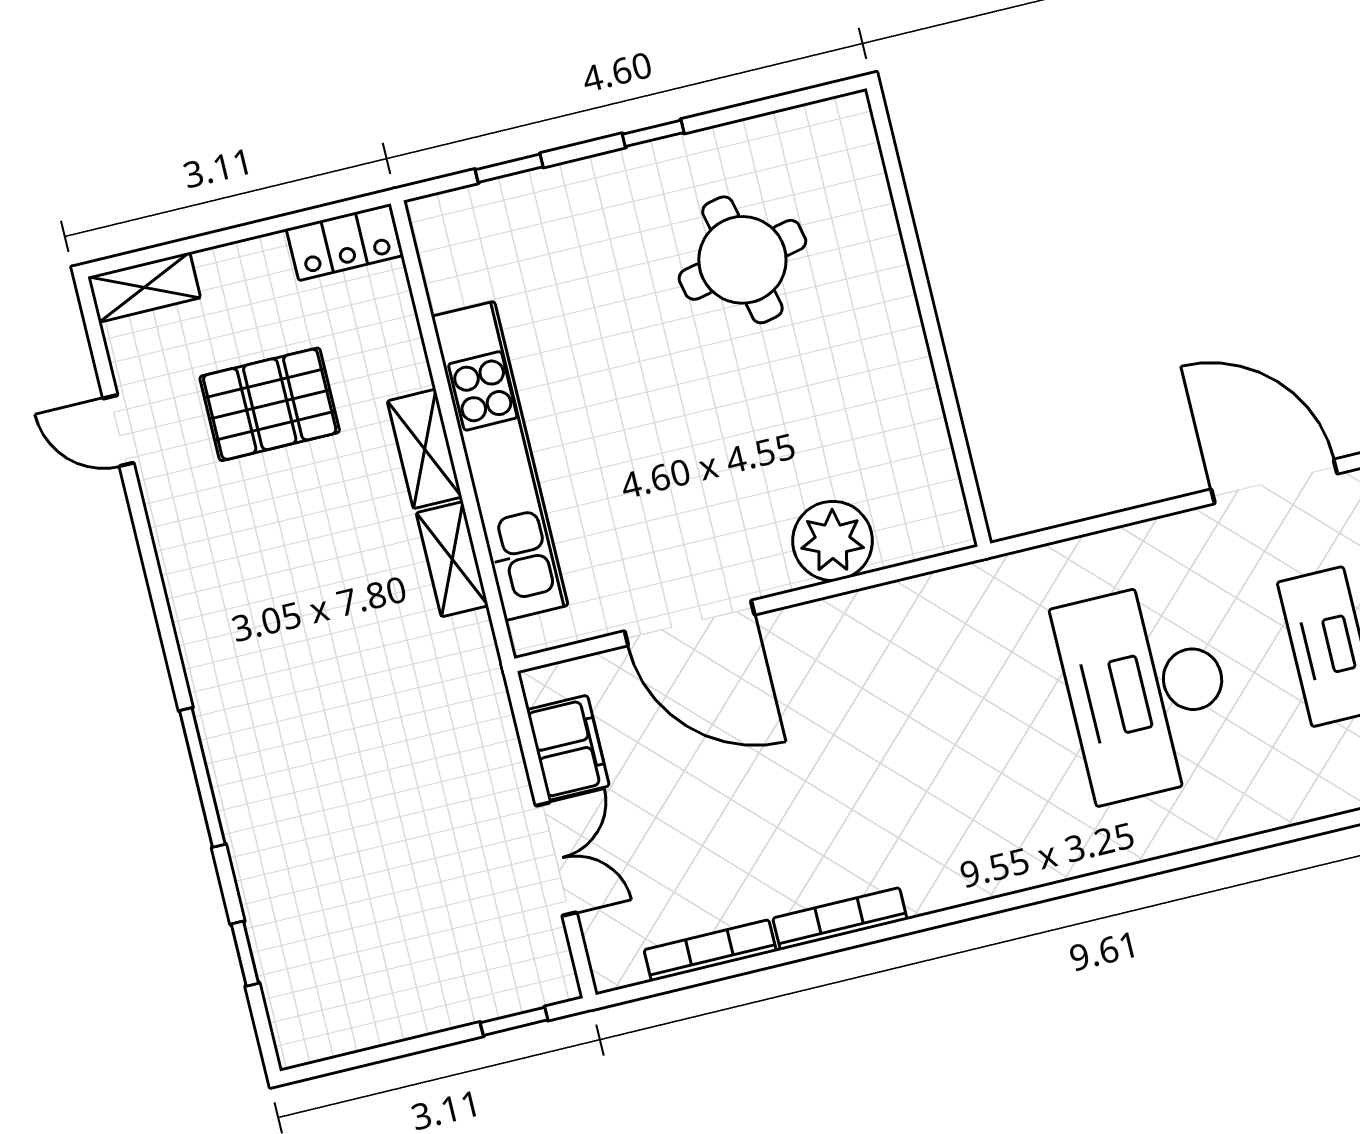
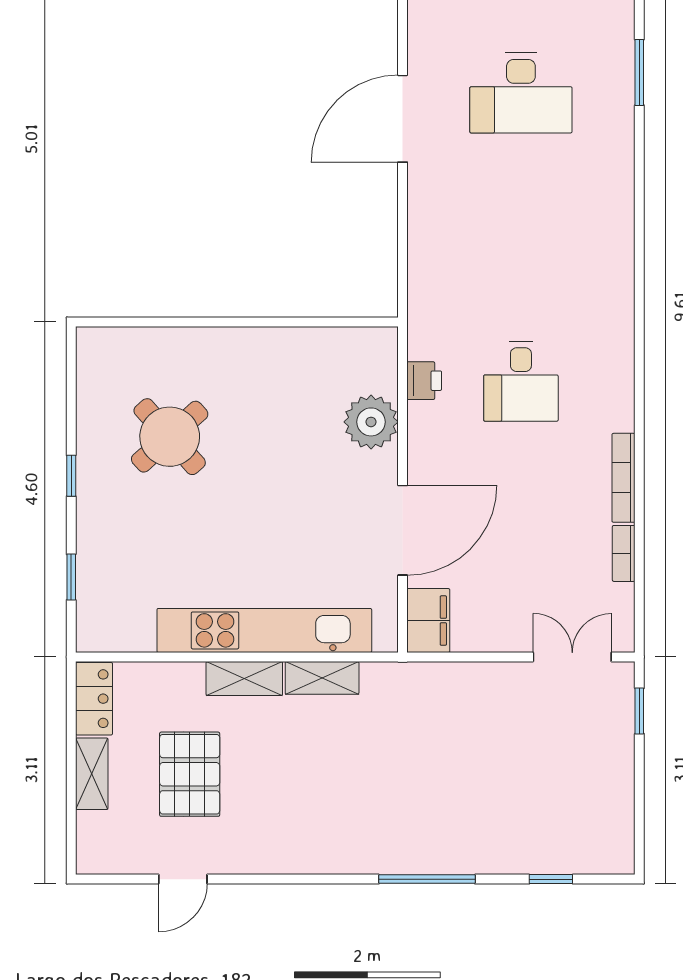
round table: (742, 260) -> (170, 437), turned -30
shelving: (144, 287) -> (92, 774), moved
printer: (910, 602) -> (424, 381), added
desk: (1147, 690) -> (521, 381), moved, width x0.53, depth x0.77
filing cabinet: (568, 748) -> (428, 621), moved, turned 90
double door: (556, 859) -> (572, 657), moved
bookcase: (710, 950) -> (624, 553), width x0.64

